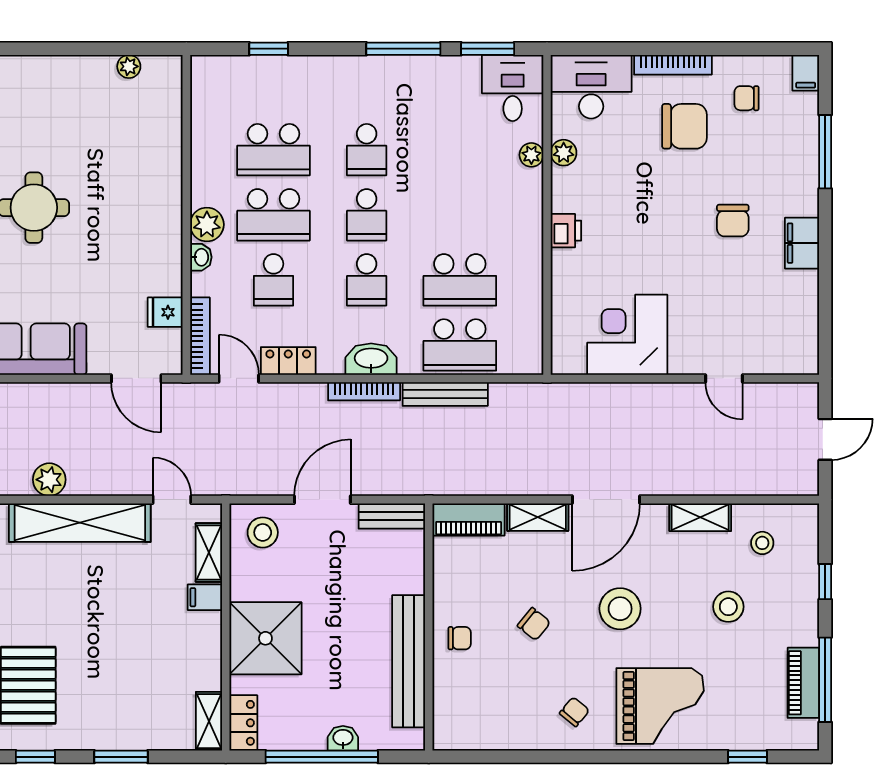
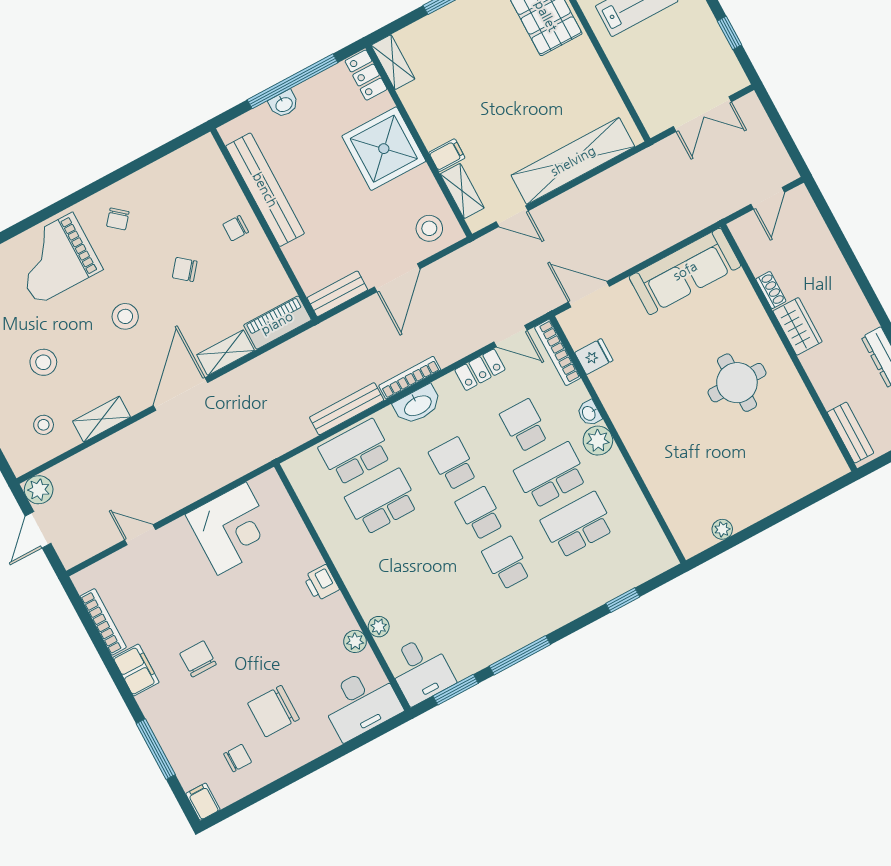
bookcase: (673, 65) -> (103, 622), moved, turned 90
plant: (49, 480) -> (39, 490), moved
stool: (620, 609) -> (125, 316), width x0.73, depth x0.73

